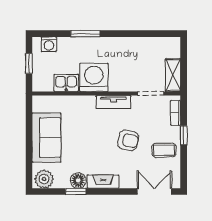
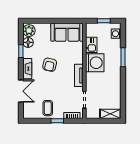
shelving: (173, 75) -> (110, 114), moved
sofa: (46, 138) -> (67, 32), moved
armchair: (128, 140) -> (50, 65), moved
floor lamp: (78, 181) -> (28, 42), moved
double door: (154, 192) -> (21, 91), moved

